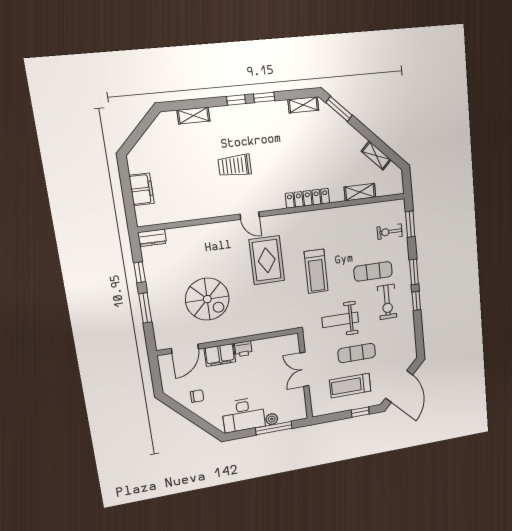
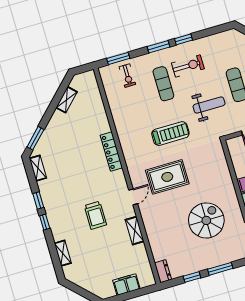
shelving: (360, 192) -> (135, 231), moved
weight bench: (340, 320) -> (209, 105), turned -90

